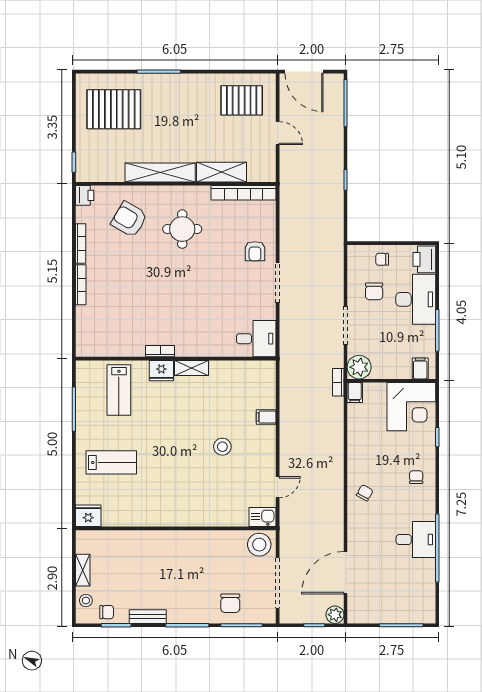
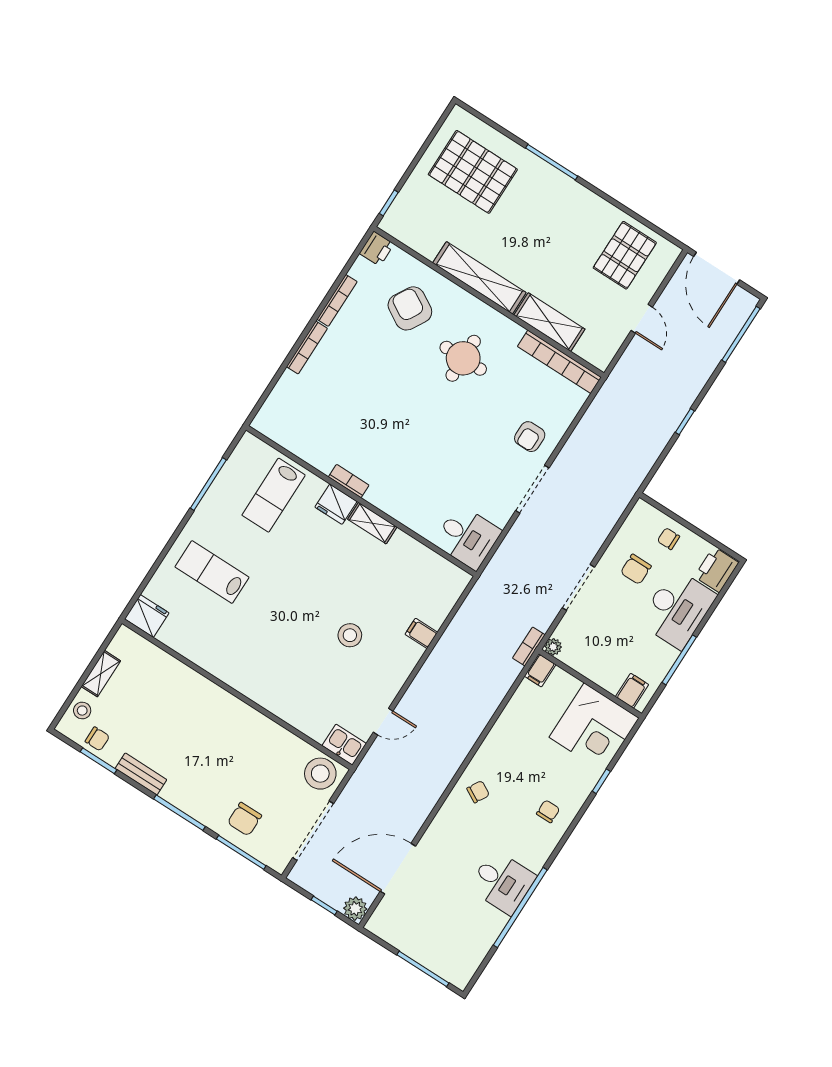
pallet: (242, 100) -> (625, 255), turned 90
plant: (359, 367) -> (553, 647), width x0.53, depth x0.53
lab bench: (111, 462) -> (212, 572), turned 180

